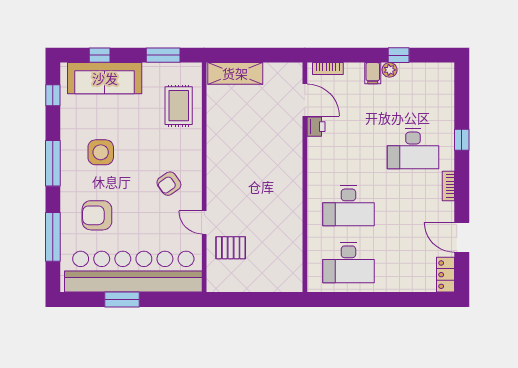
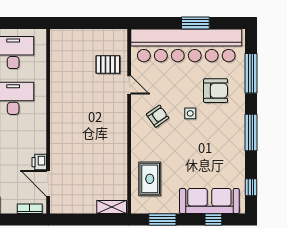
shelving: (235, 73) -> (112, 207), width x0.67, depth x0.75
side table: (101, 152) -> (190, 113), moved, width x0.54, depth x0.54

